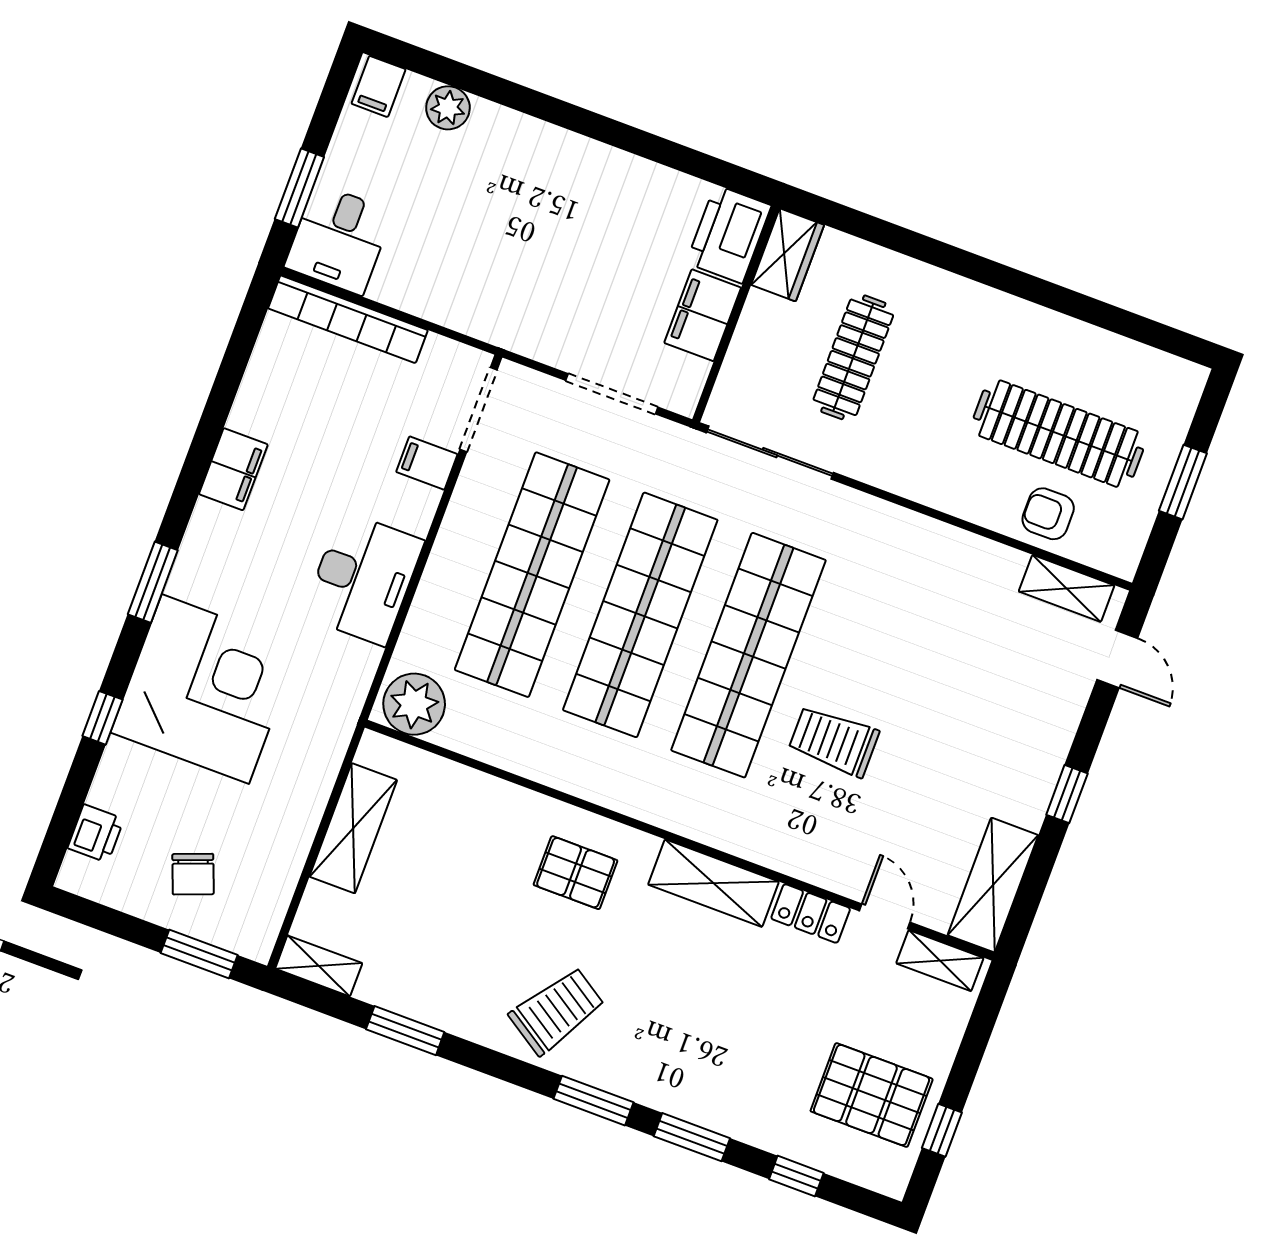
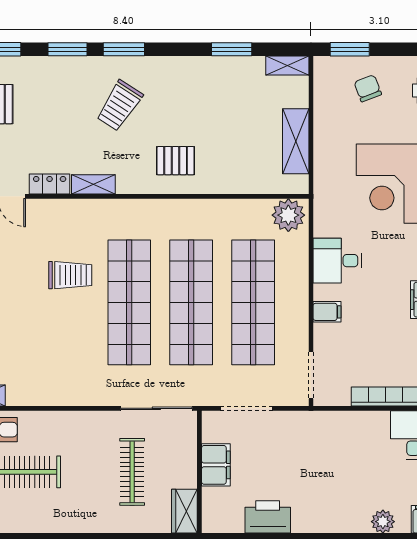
printer: (729, 234) -> (268, 517), moved, turned -90
filing cabinet: (427, 463) -> (327, 312), moved
desk: (363, 578) -> (337, 261), width x0.73
shelving: (713, 883) -> (93, 184), width x0.67, depth x0.75
trolley: (557, 1011) -> (119, 106), moved

